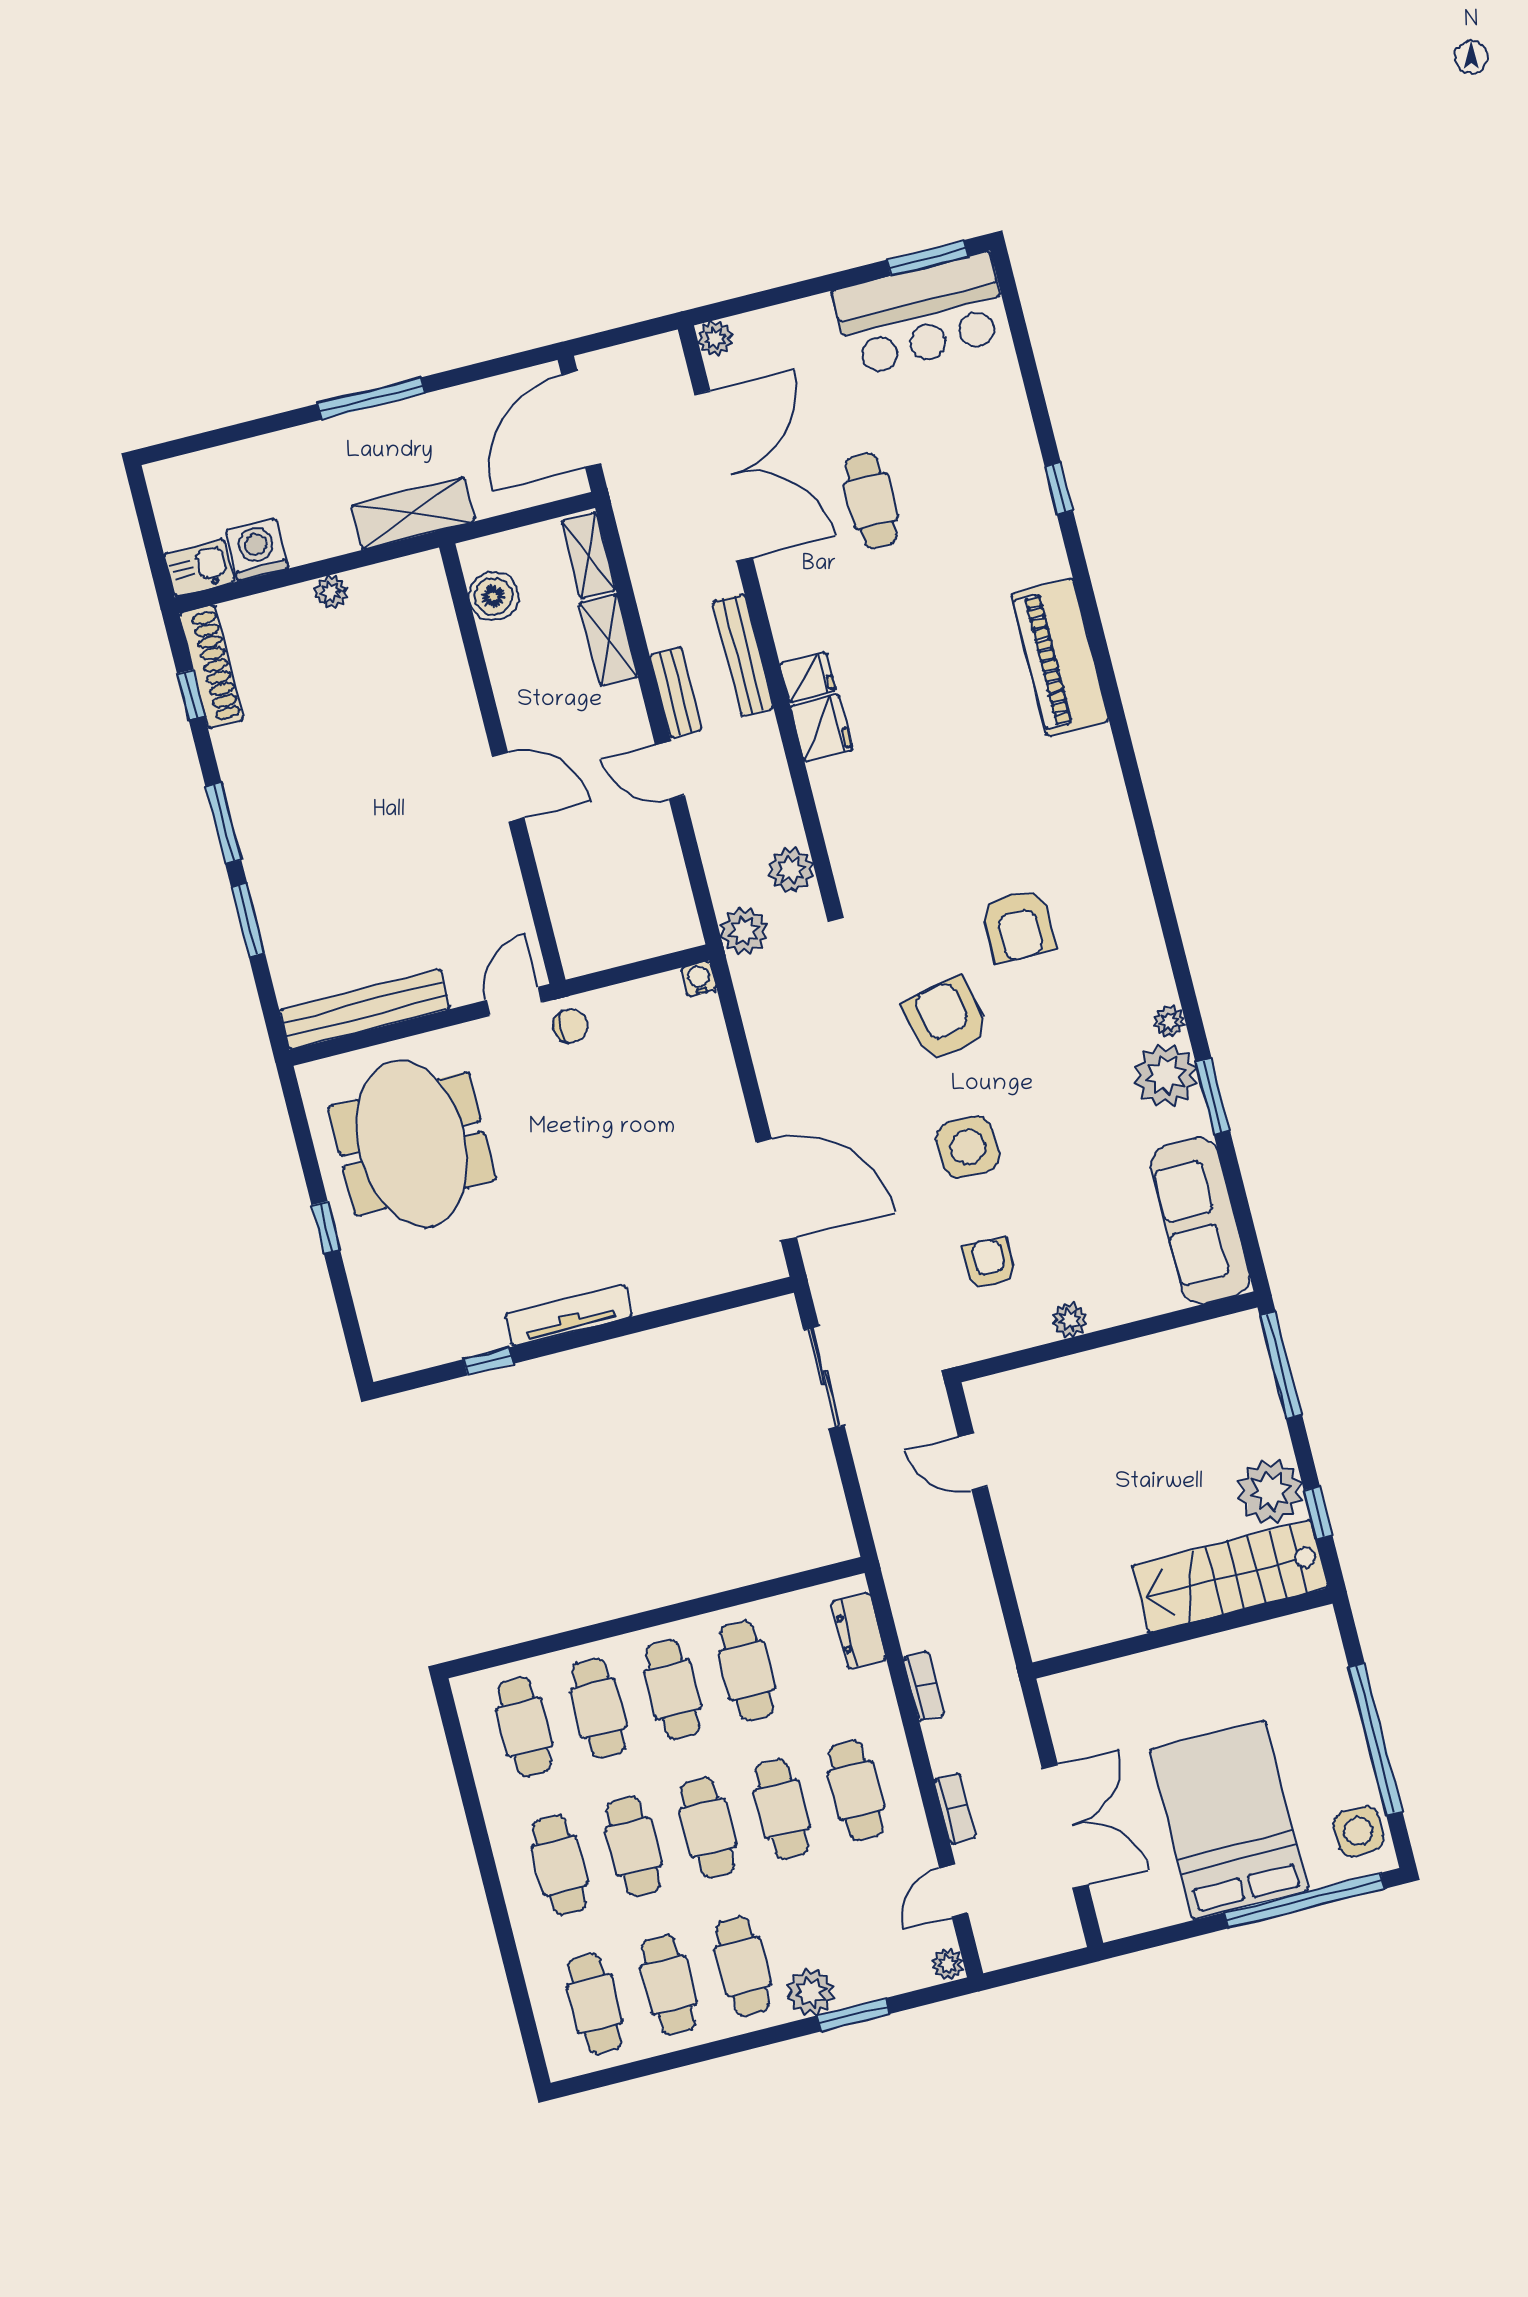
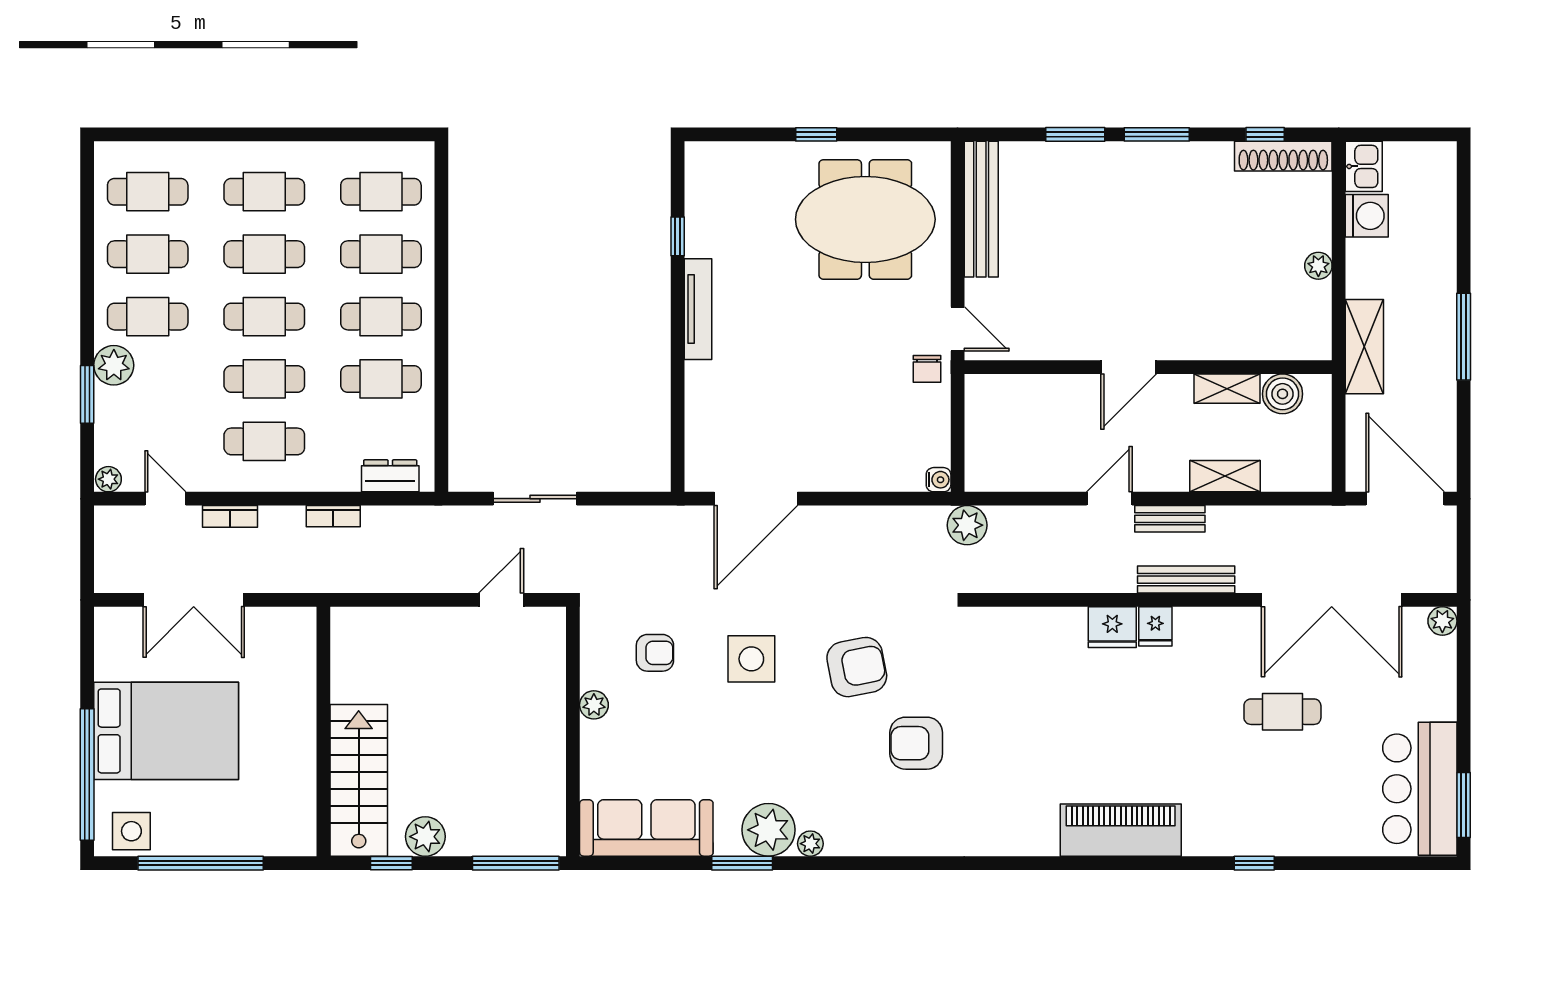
shelving: (589, 555) -> (1227, 389), moved
plant: (791, 870) -> (1006, 574), removed
sliding door: (824, 1377) -> (535, 499), moved
plant: (1270, 1491) -> (425, 837), width x0.73, depth x0.73

